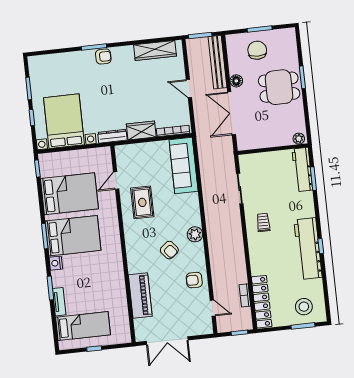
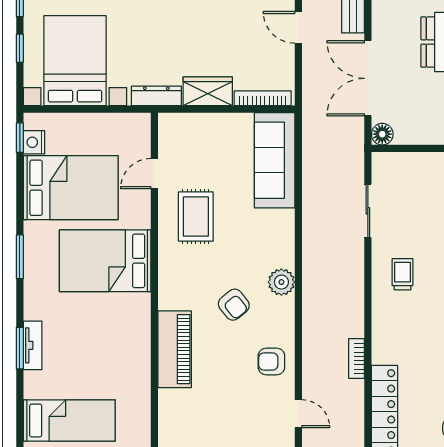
floor lamp: (236, 81) -> (382, 134), moved
bed: (73, 236) -> (105, 261), moved, turned 180
nightstand: (56, 263) -> (34, 142), moved
bookcase: (245, 295) -> (357, 359), moved
piano: (140, 296) -> (175, 349), moved
tv unit: (59, 302) -> (33, 345), moved

